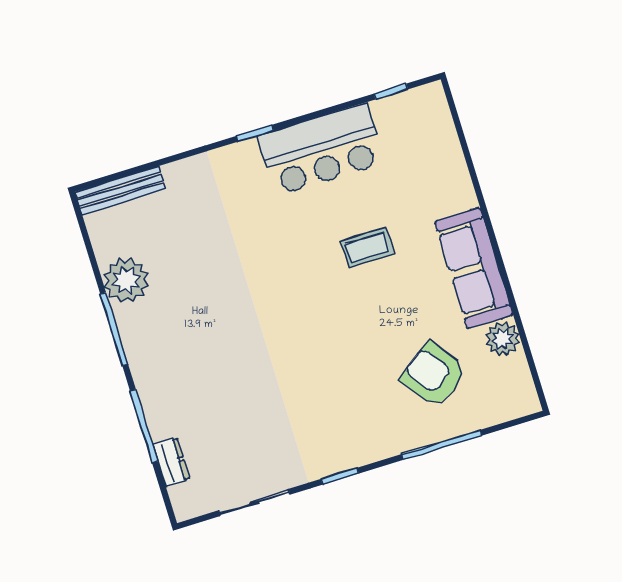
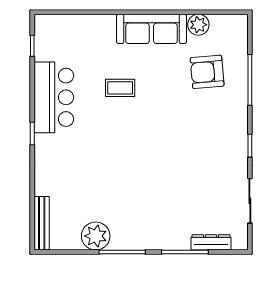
coffee table: (367, 248) -> (120, 88), turned 90
armchair: (434, 375) -> (207, 72), turned 31
dresser: (171, 462) -> (211, 242), width x1.44

